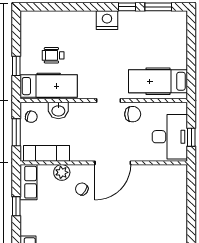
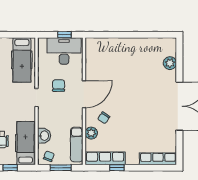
chair: (133, 114) -> (59, 86), moved
door: (113, 163) -> (84, 94), hinge flipped
row of seats: (29, 182) -> (105, 158), width x1.48

